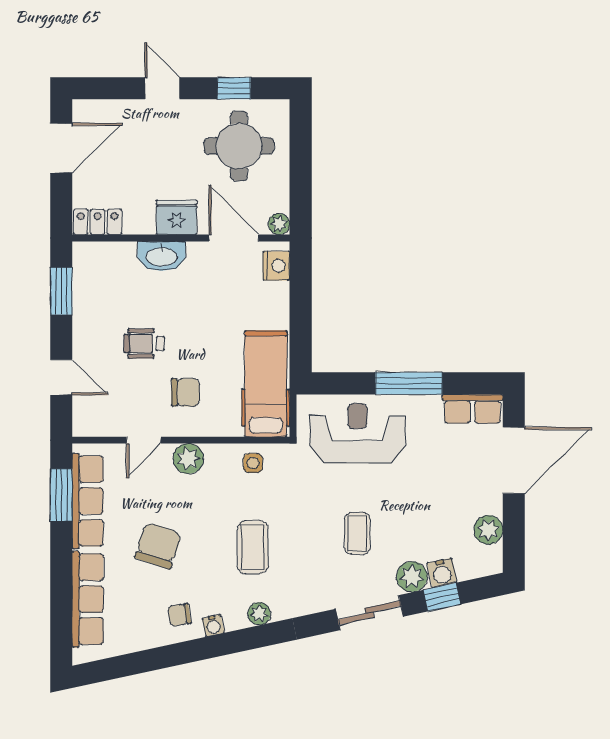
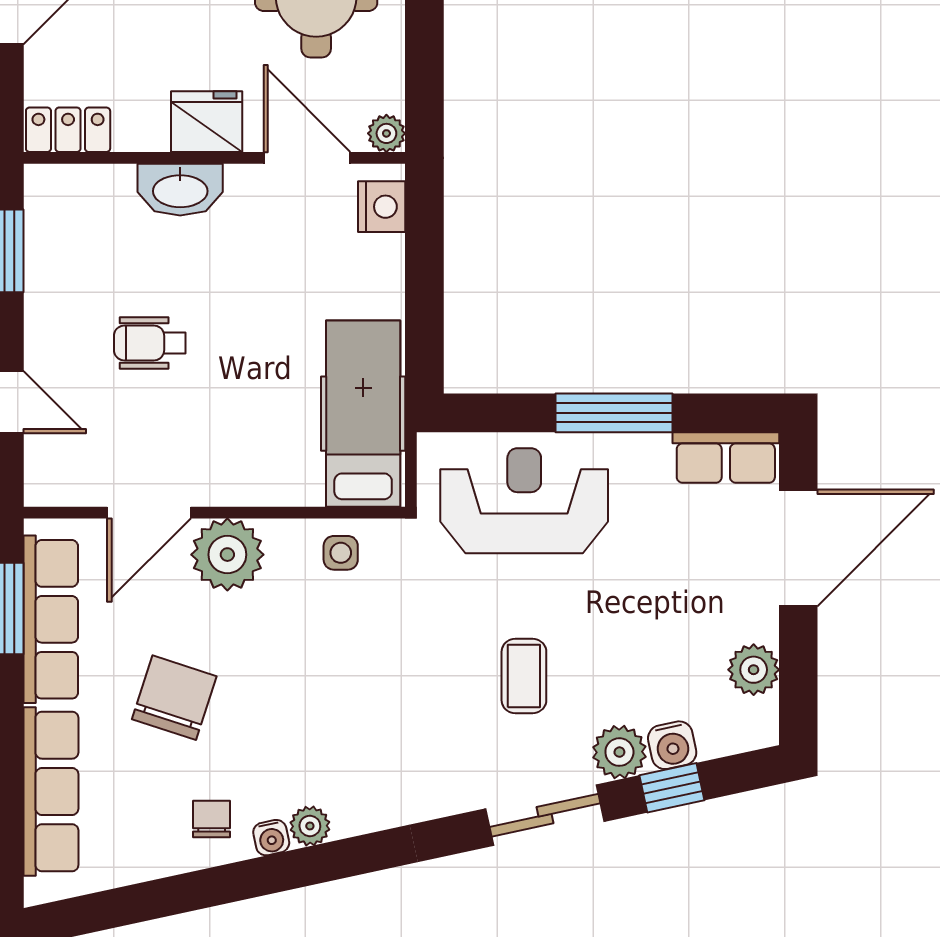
chair: (185, 392) -> (222, 429), removed
door: (144, 440) -> (149, 513), width x1.38
plant: (188, 459) -> (227, 555), width x1.36, depth x1.36
coffee table: (253, 547) -> (340, 700), removed
plant: (259, 614) -> (310, 826), moved
chair: (179, 615) -> (211, 819), turned 99

